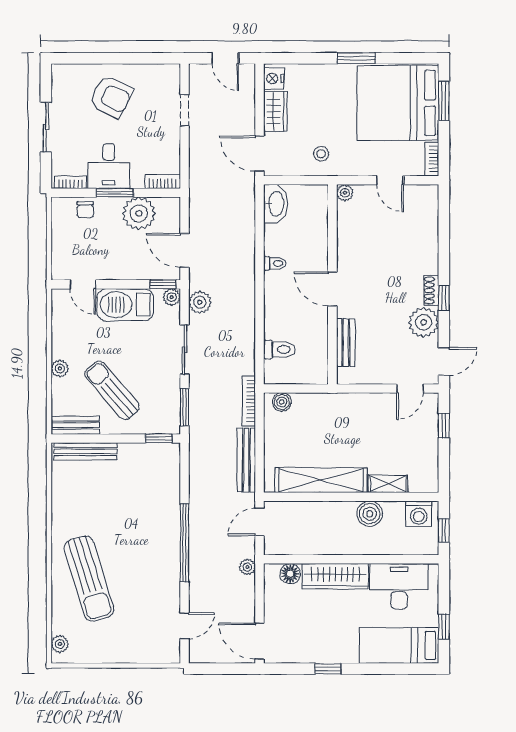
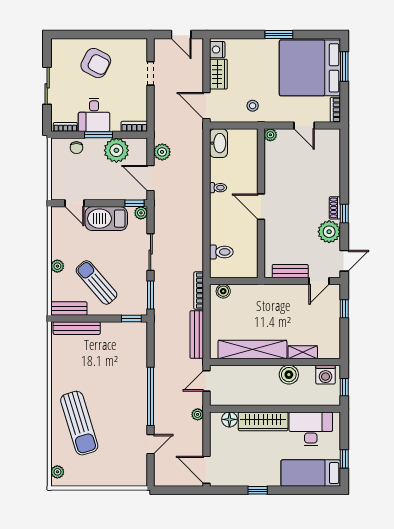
plant: (200, 302) -> (162, 152), moved
bench: (346, 343) -> (290, 271), moved, turned 90
door: (184, 626) -> (151, 444), moved

